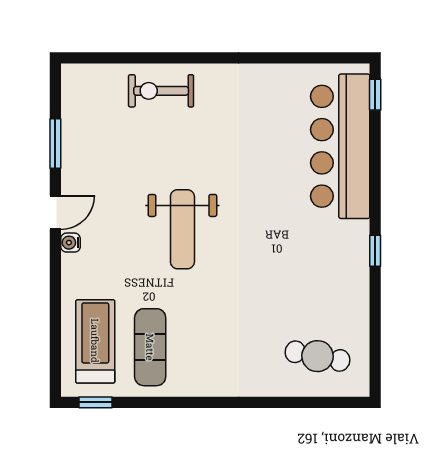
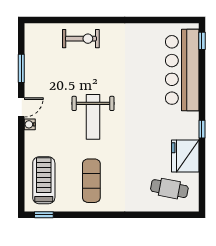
exercise bike: (161, 91) -> (81, 39), turned 180
fridge: (345, 299) -> (185, 156), added
exercise mat: (150, 347) -> (91, 181), moved

